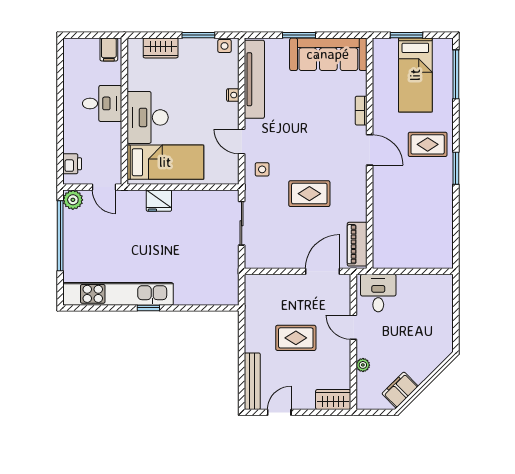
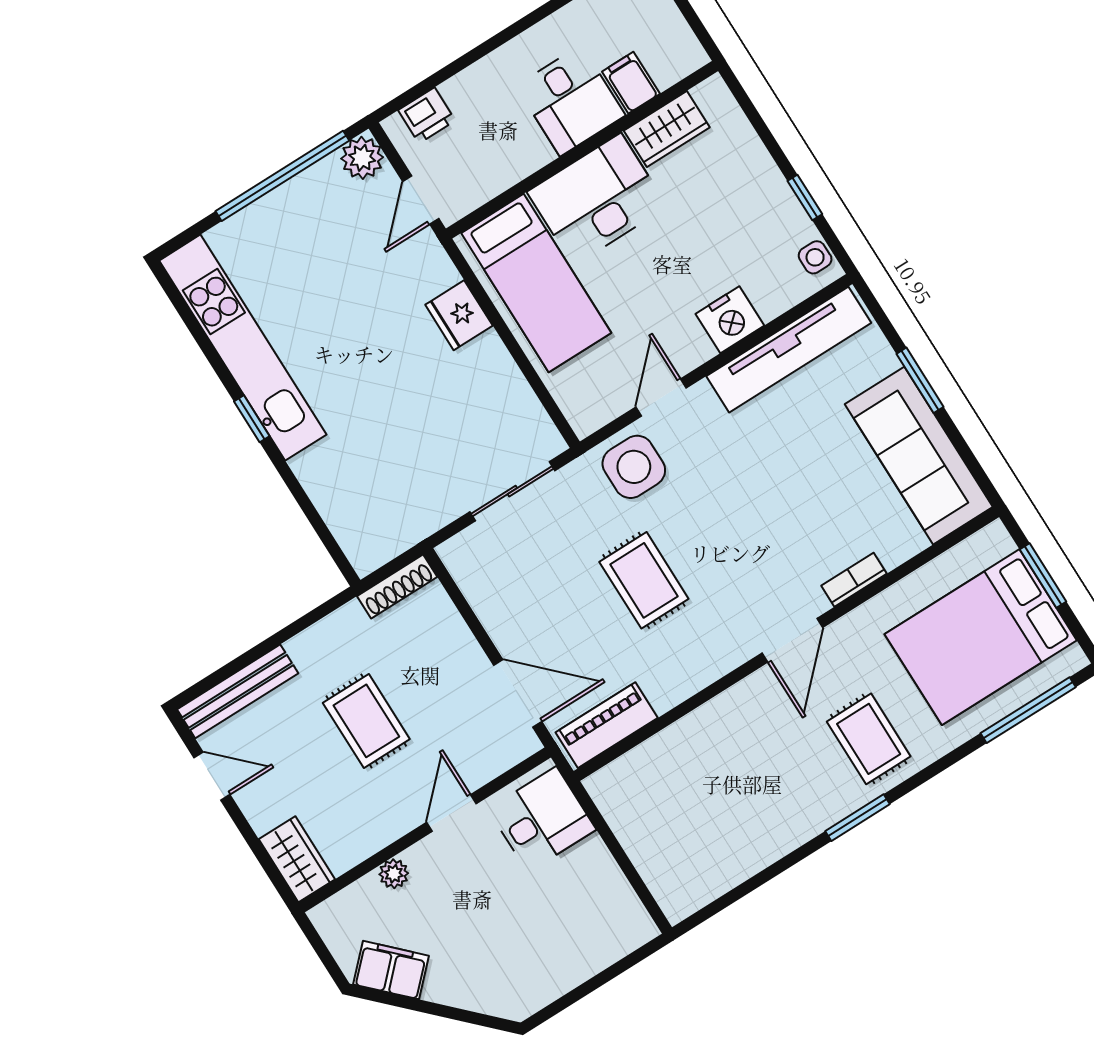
window: (198, 35) -> (805, 197), width x0.67
wardrobe: (161, 48) -> (667, 129), moved, turned -90
filing cabinet: (109, 49) -> (631, 83), moved, turned 90
bed: (415, 75) -> (981, 637), width x1.50
nightstand: (233, 95) -> (730, 320), width x1.89, depth x1.79
side table: (262, 169) -> (634, 467), width x1.87, depth x1.87
shoe rack: (250, 292) -> (397, 586), added

